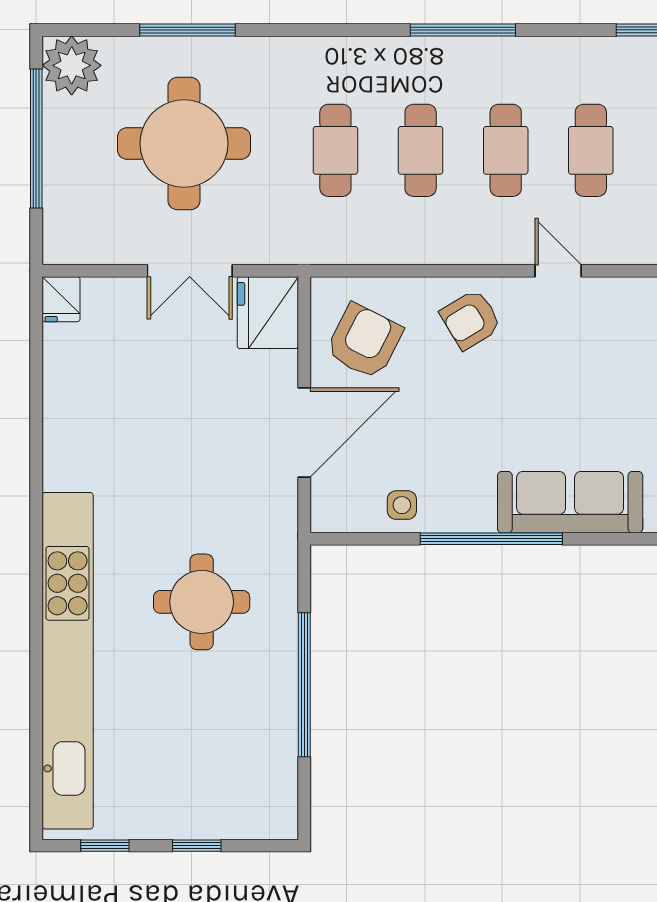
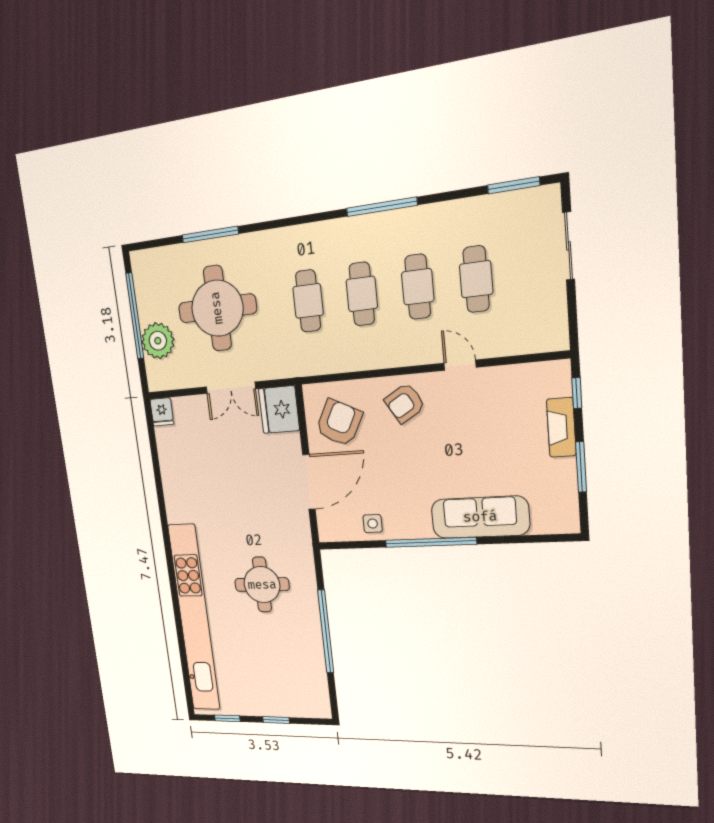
plant: (72, 65) -> (158, 341), moved

